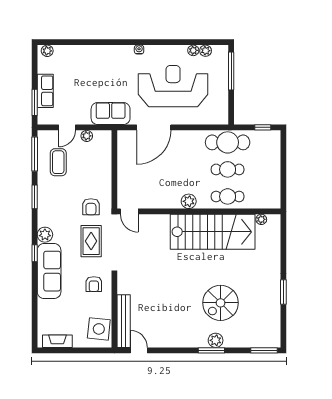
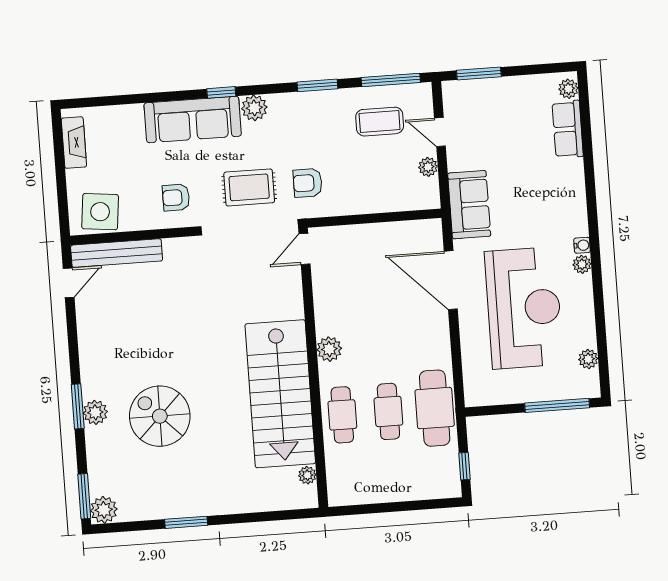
plant: (193, 50) -> (582, 264), moved
row of seats: (45, 91) -> (568, 129), moved, turned 90
plant: (273, 340) -> (104, 510), added

